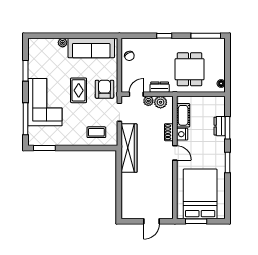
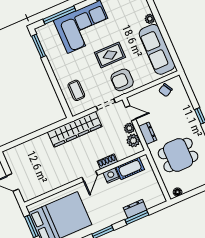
armchair: (104, 89) -> (122, 80), turned 180

